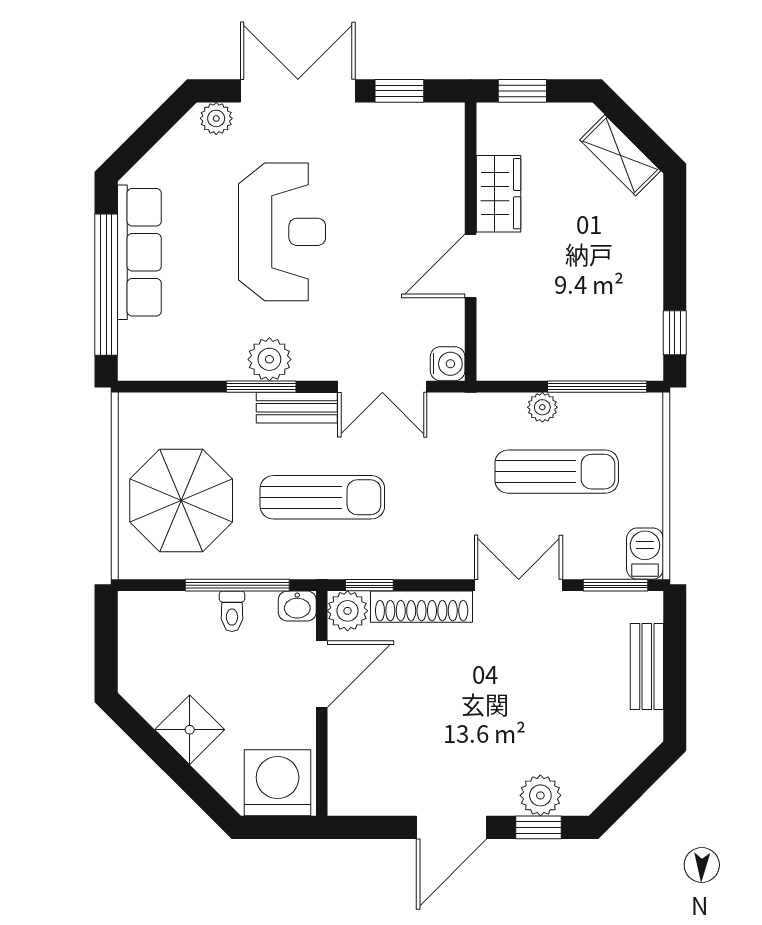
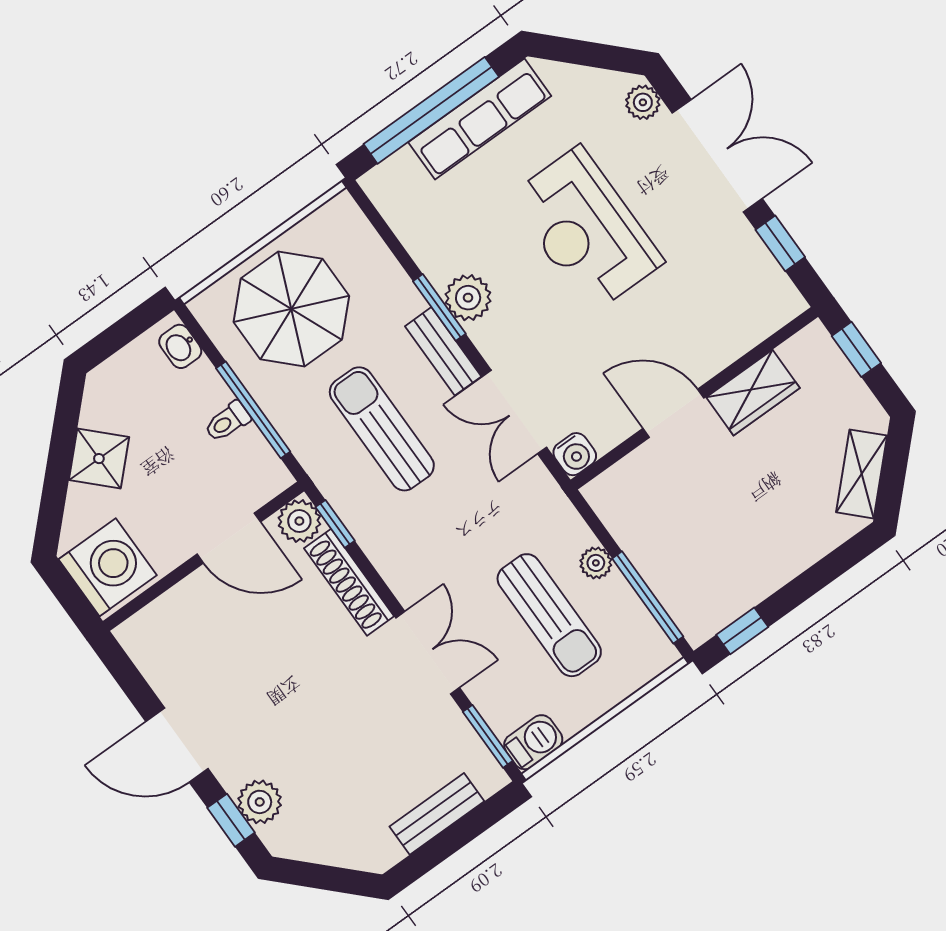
reception desk: (282, 232) -> (586, 229), turned 90
sun lounger: (322, 497) -> (382, 429), turned 180
washbasin: (297, 606) -> (180, 346), moved

